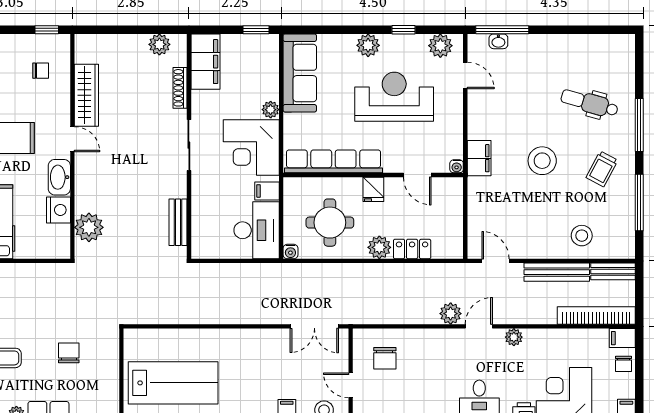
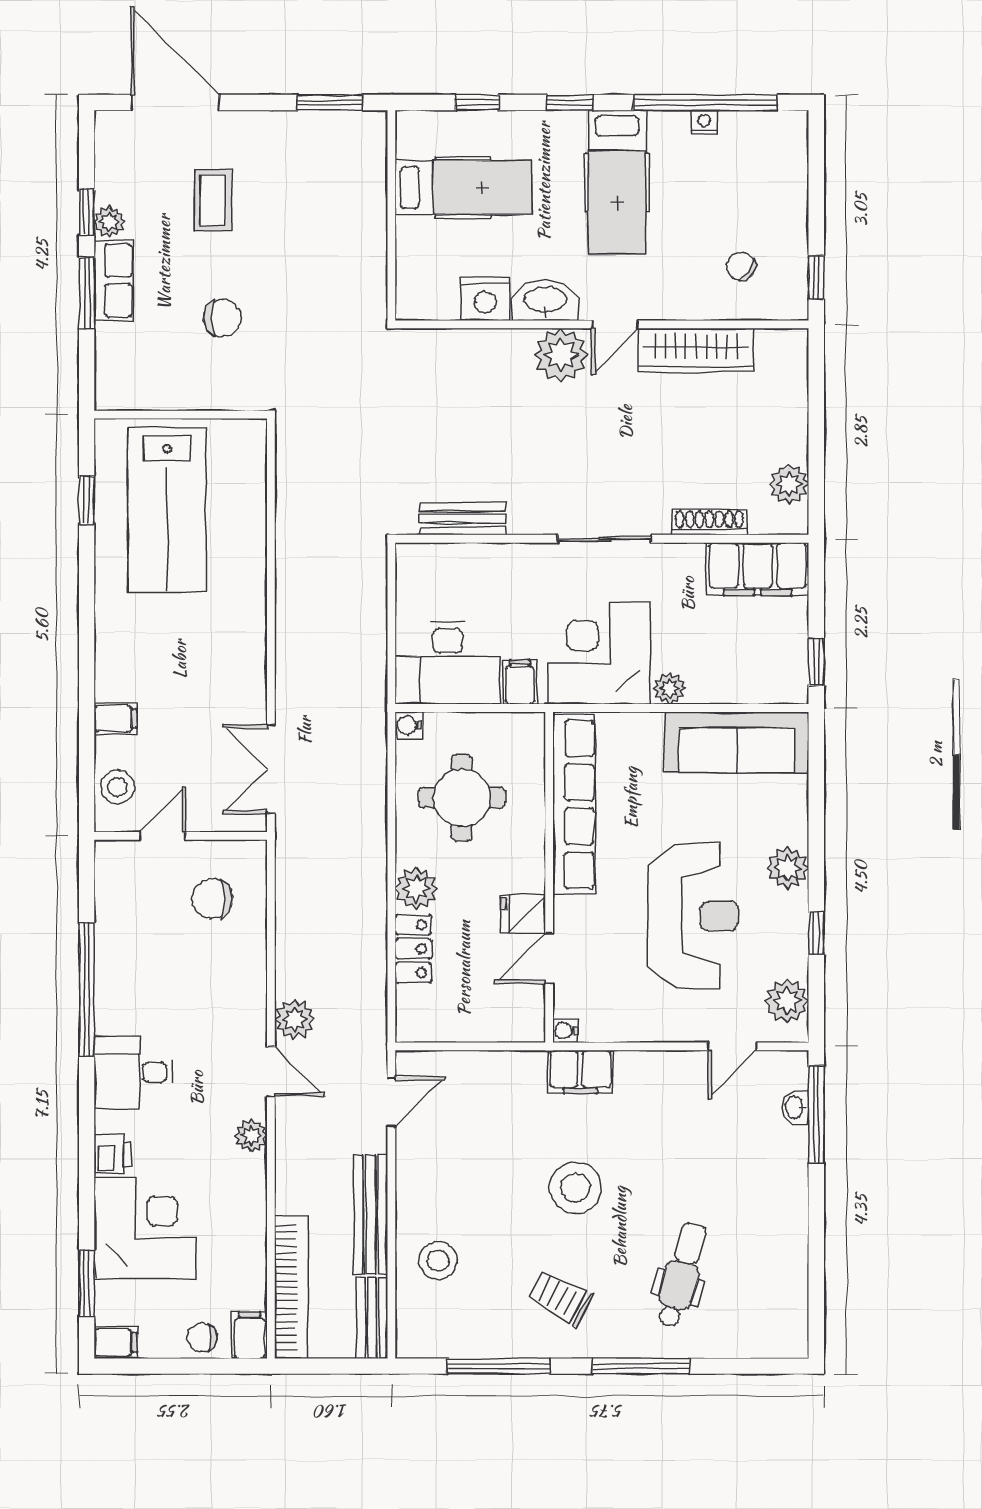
chair: (41, 71) -> (741, 266), turned 123
fridge: (373, 189) -> (523, 914), moved
plant: (89, 227) -> (561, 355), moved

